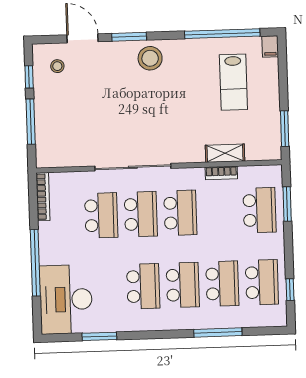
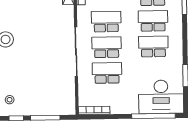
window: (35, 263) -> (153, 116), moved

